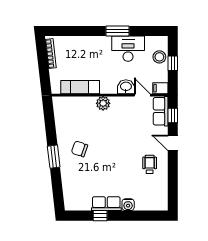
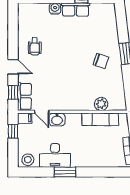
stool: (159, 57) -> (28, 160), moved
window: (173, 63) -> (13, 131), moved
plant: (103, 103) -> (101, 104), moved

